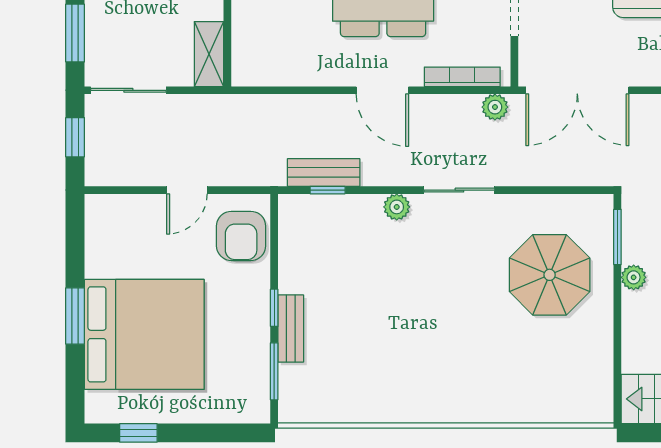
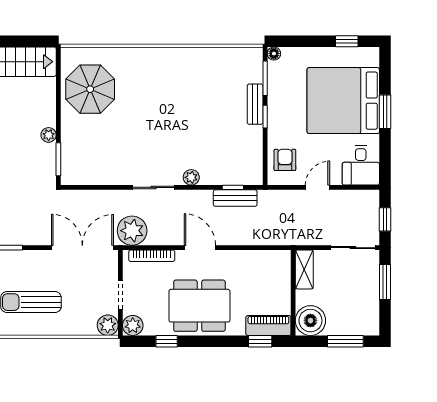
plant: (495, 107) -> (132, 231), width x1.87, depth x1.87
desk: (115, 227) -> (361, 165), added
armchair: (241, 236) -> (285, 160), width x0.72, depth x0.72
parasol: (550, 275) -> (90, 89), moved
floor lamp: (259, 412) -> (274, 54), added

